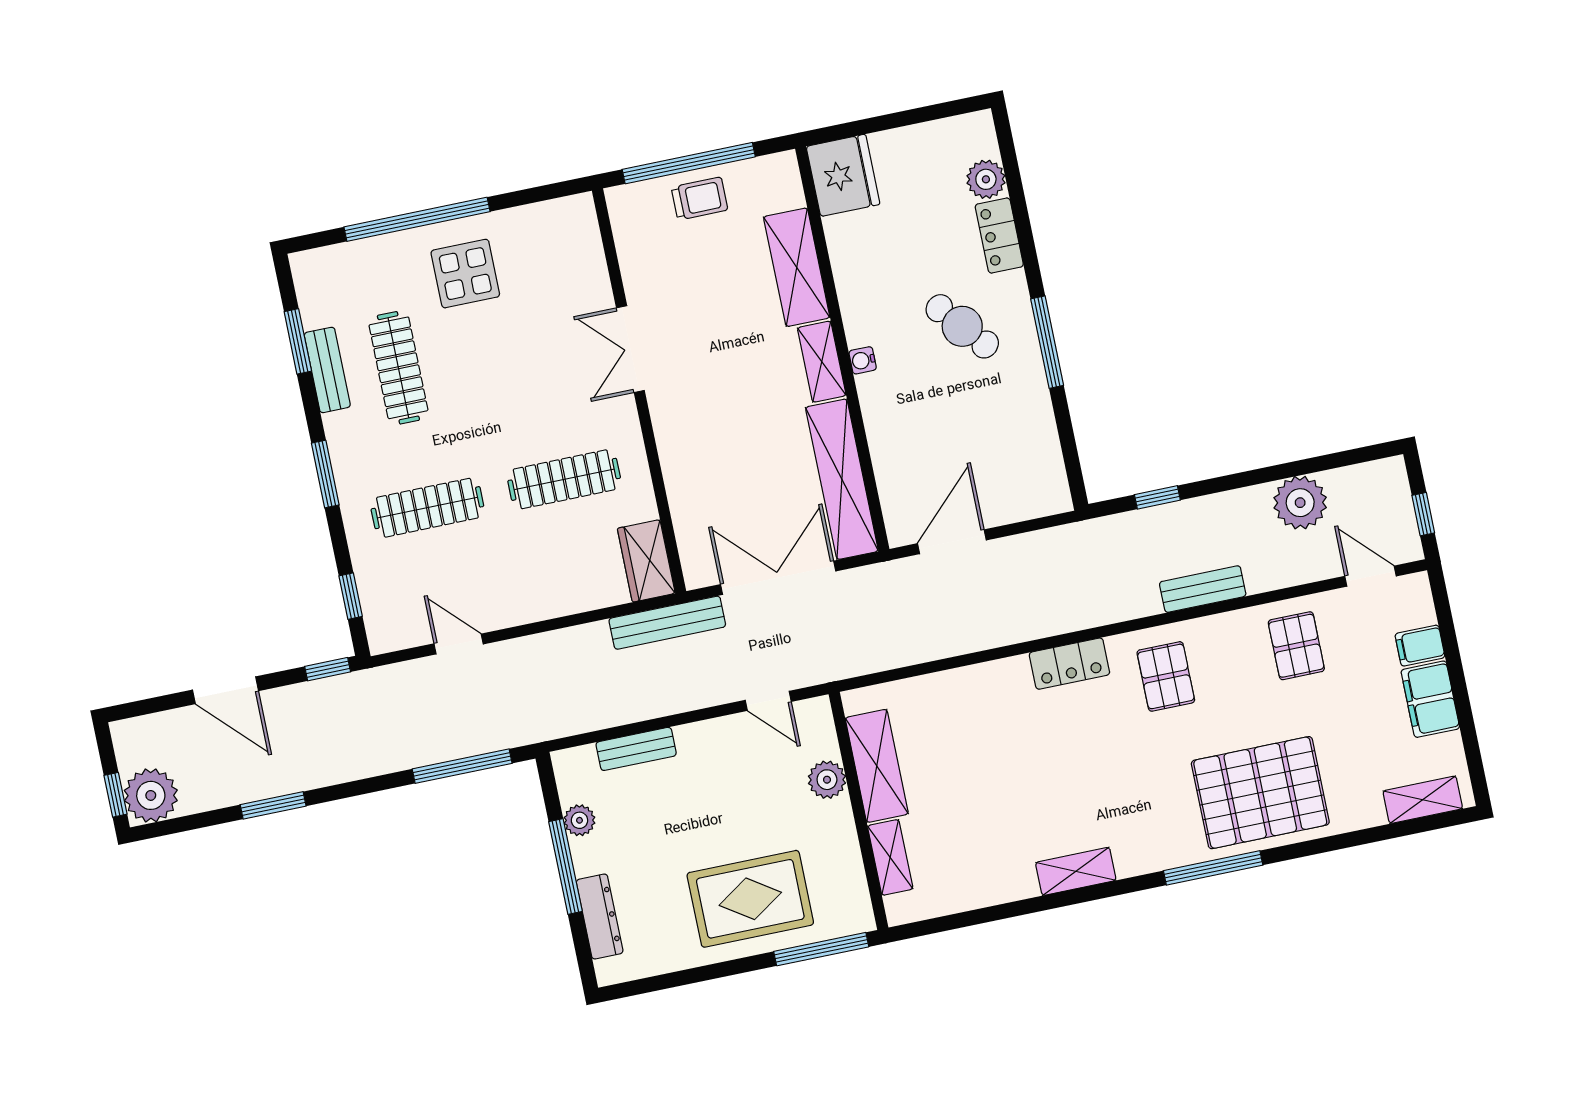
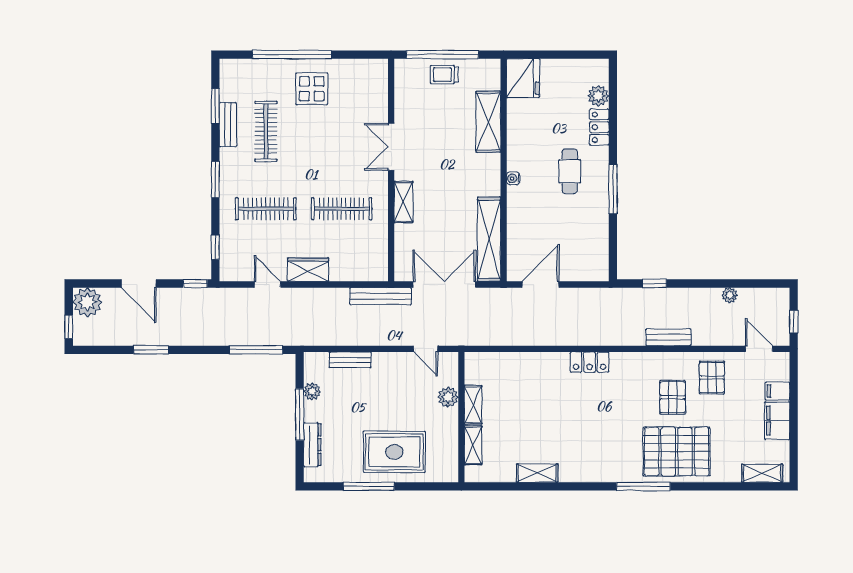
trolley: (700, 199) -> (444, 75), turned 180
cafe table: (962, 326) -> (570, 171), turned 40
shelving: (822, 362) -> (403, 202), moved
plant: (1300, 503) -> (730, 295), width x0.53, depth x0.53
wardrobe: (646, 561) -> (308, 270), moved, turned 90
pallet: (1166, 676) -> (673, 397), moved
shelving: (877, 766) -> (473, 405), width x0.67, depth x0.75
plant: (151, 795) -> (87, 302), moved
shelving: (1076, 871) -> (537, 473), moved
window: (821, 949) -> (369, 486), moved

